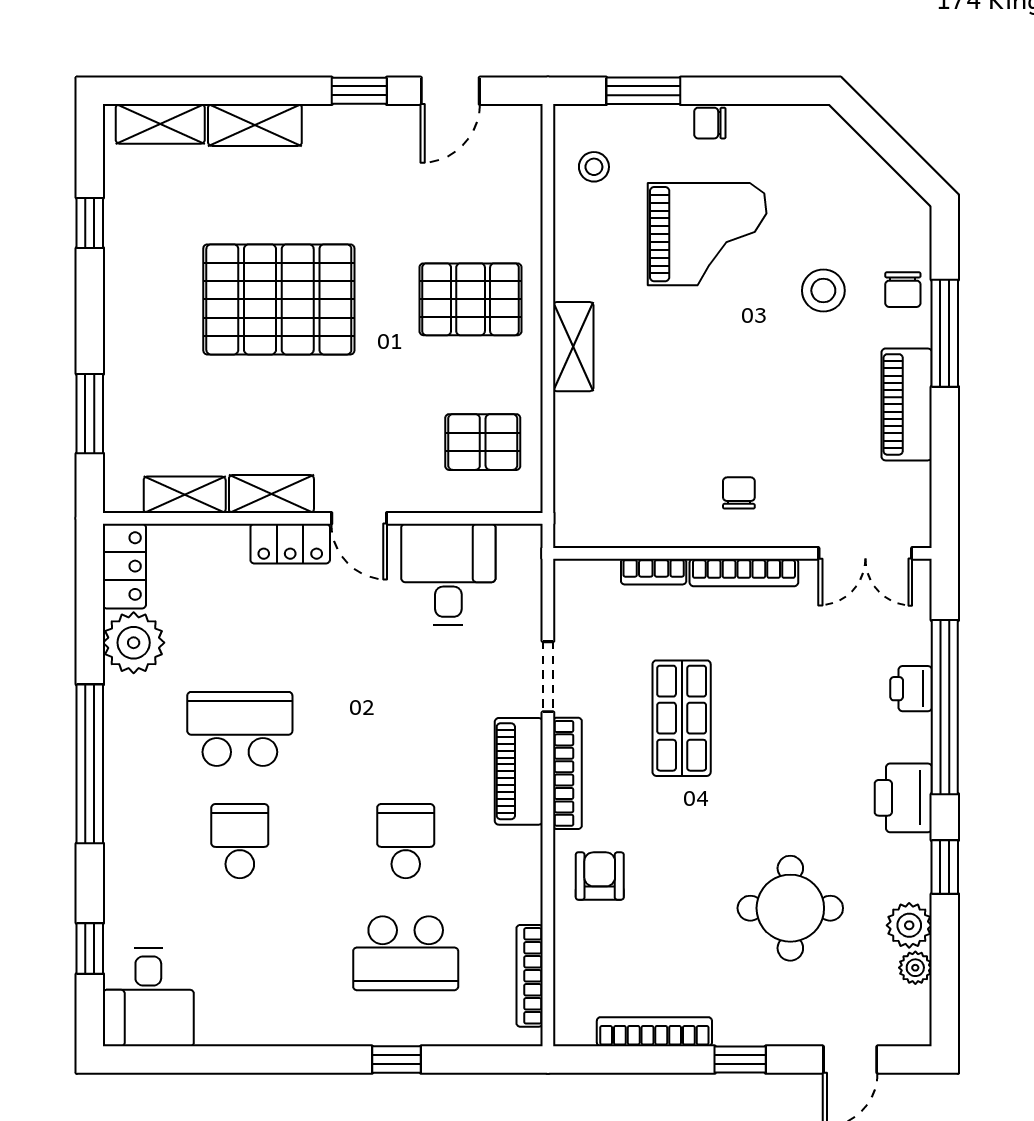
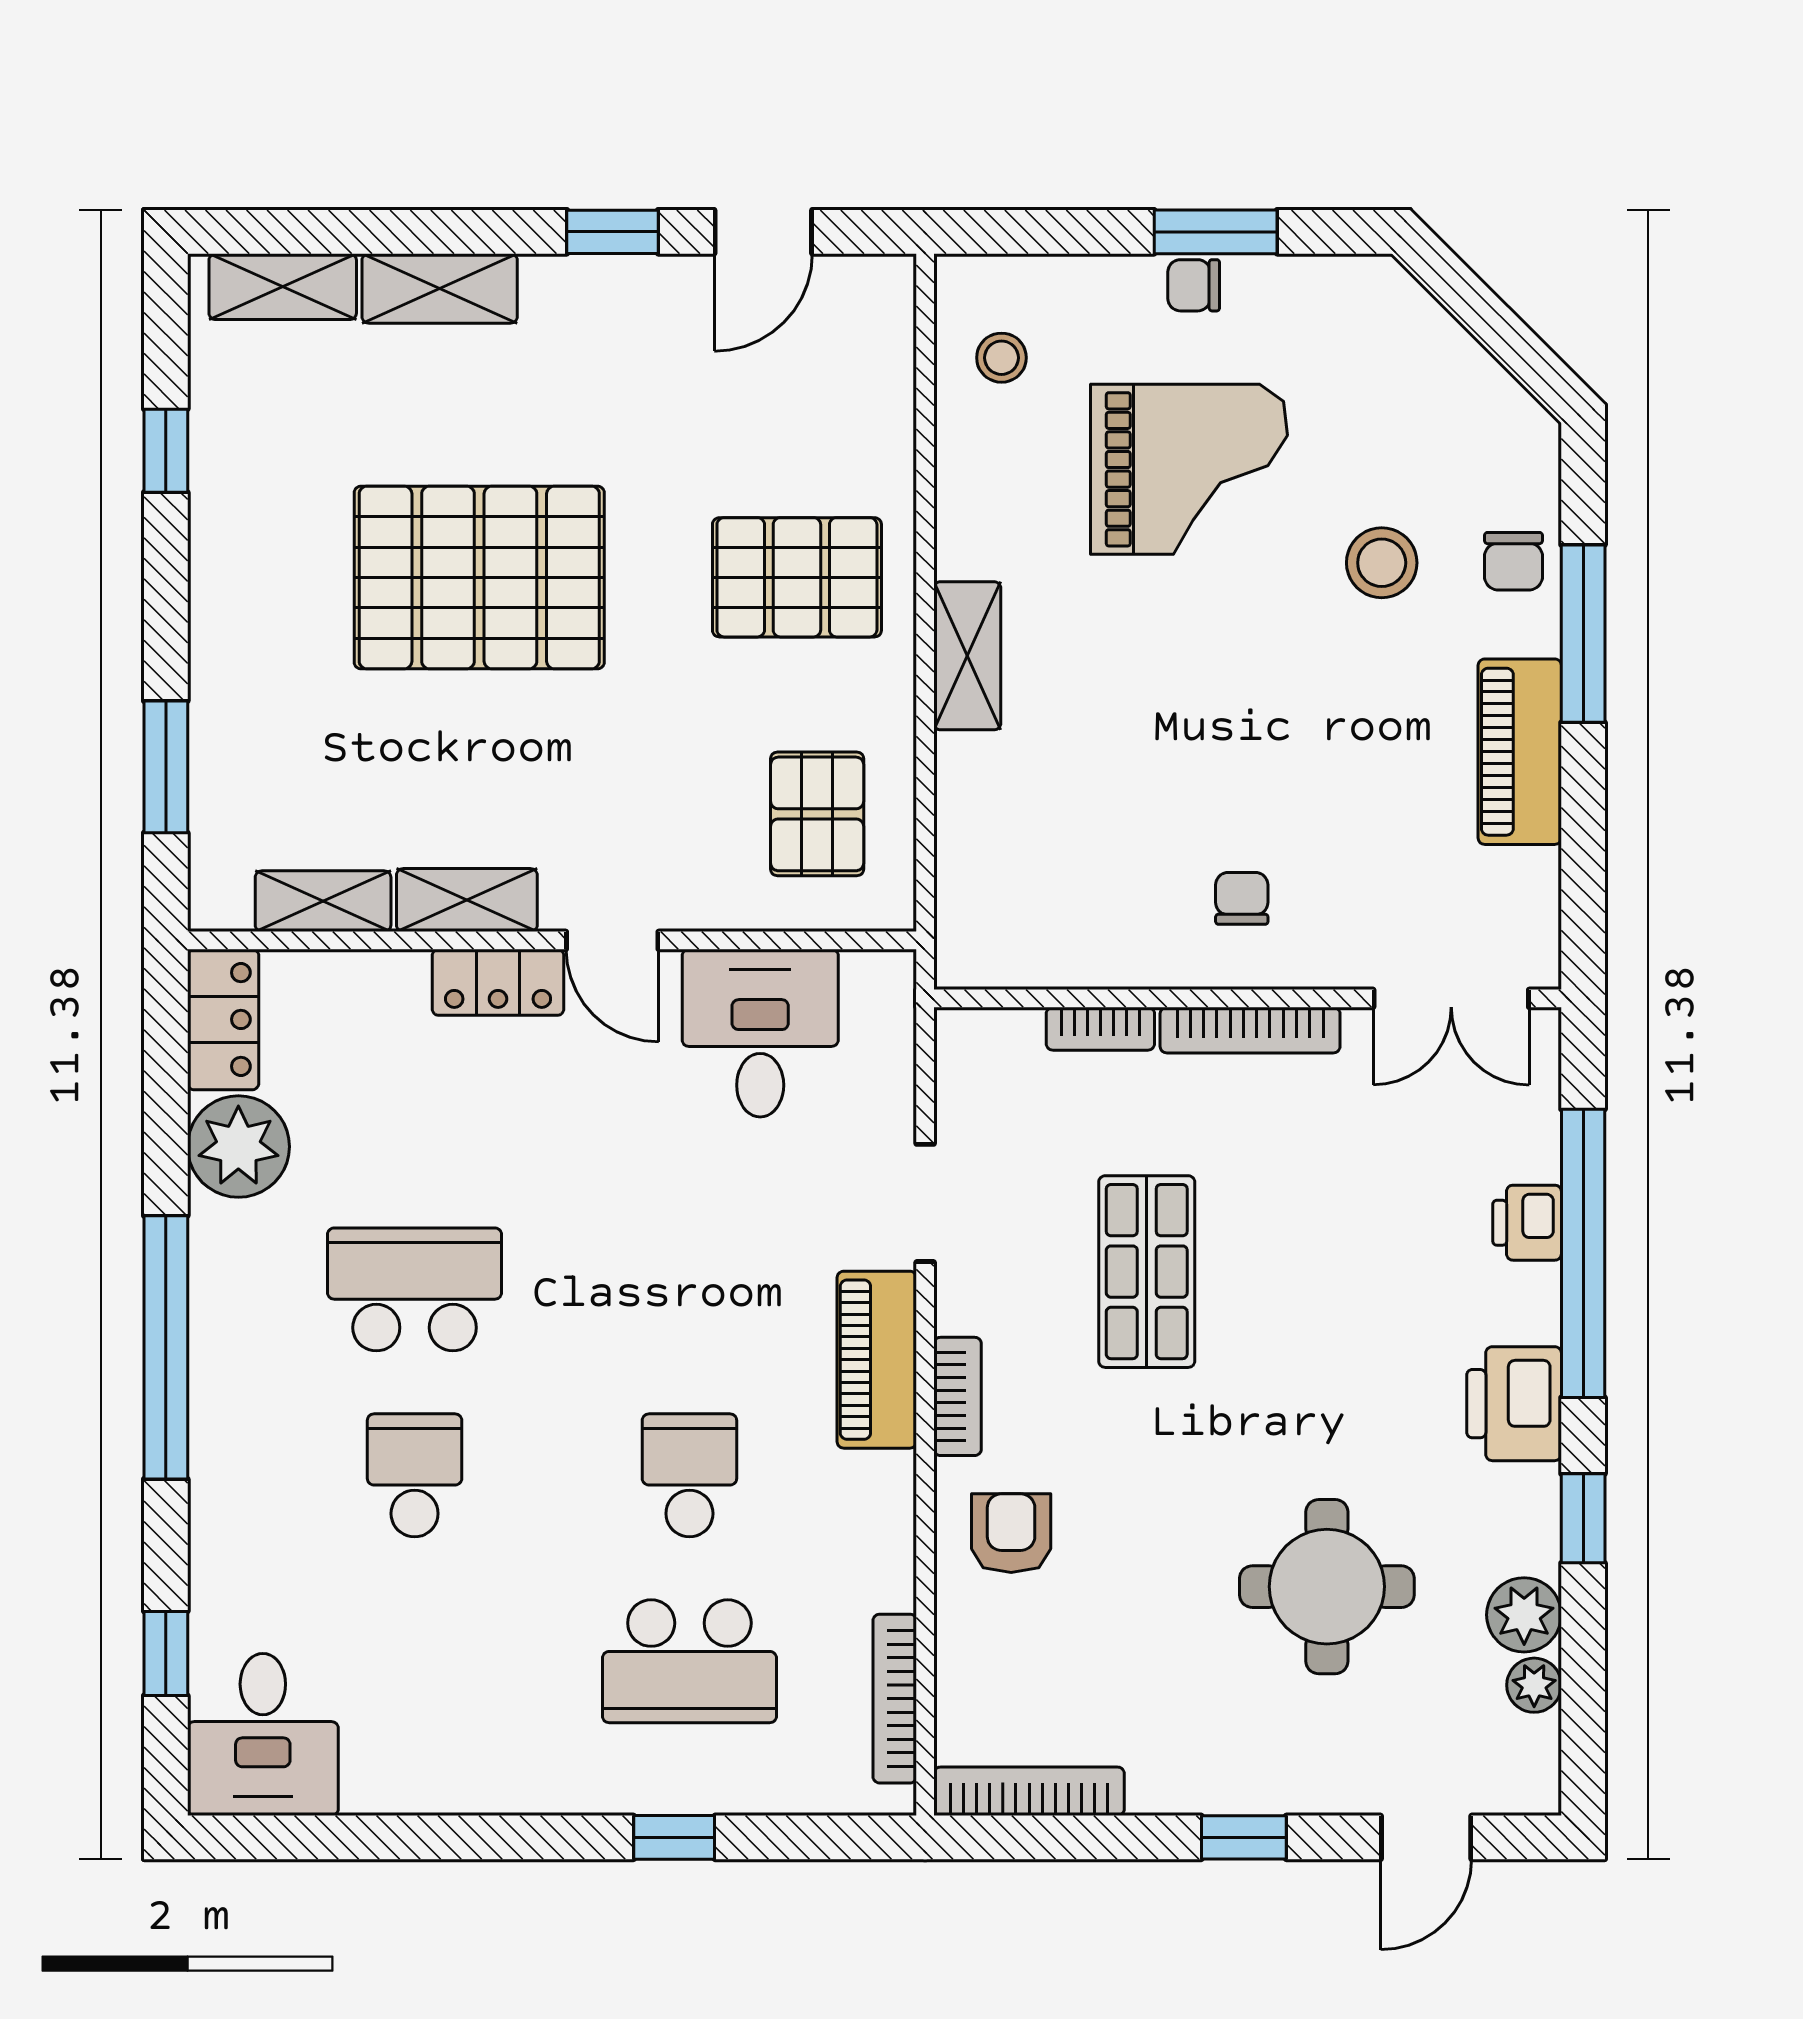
window: (643, 91) -> (1216, 232), moved
pallet: (483, 442) -> (817, 814), turned 90
bookcase: (567, 773) -> (958, 1396), width x0.64
bookcase: (654, 1032) -> (1029, 1791), moved

